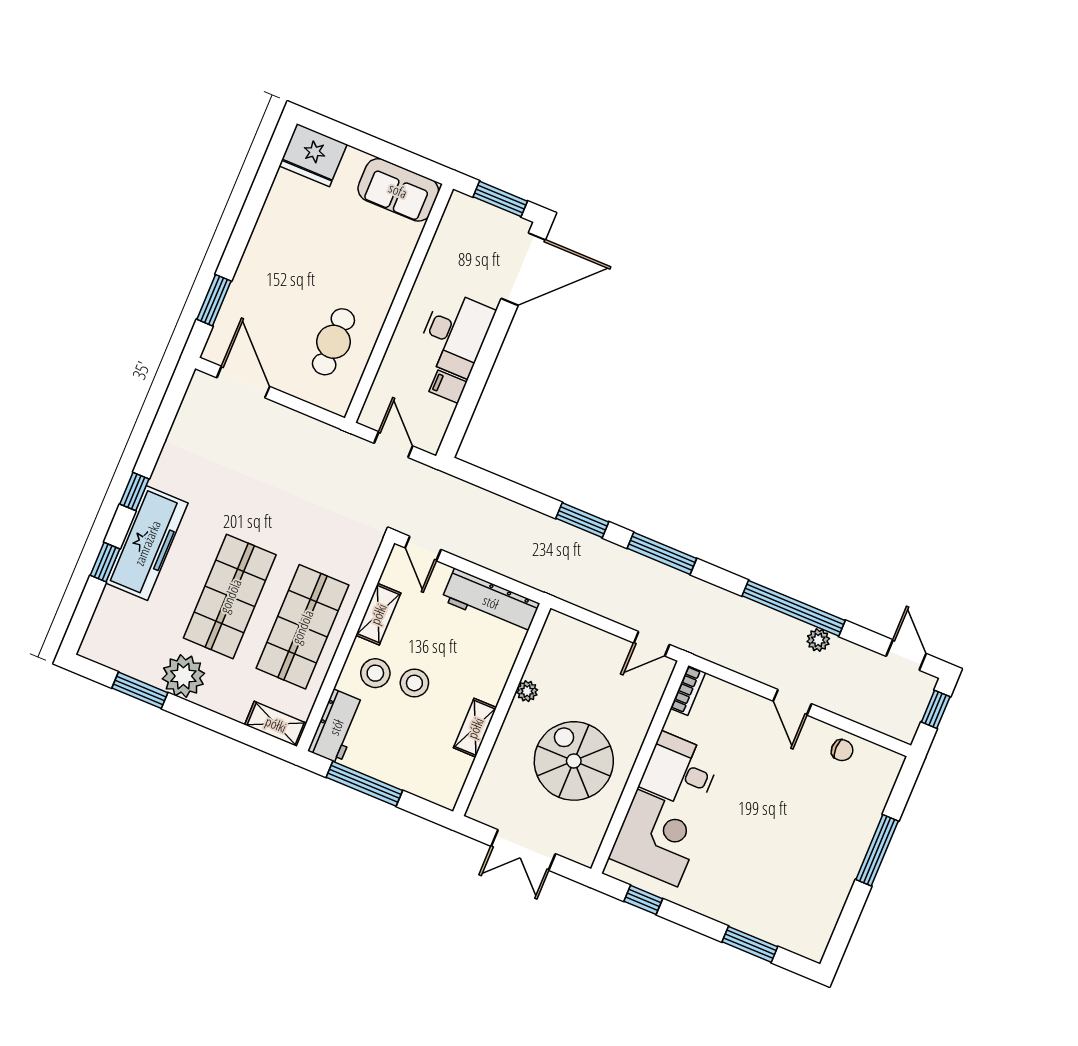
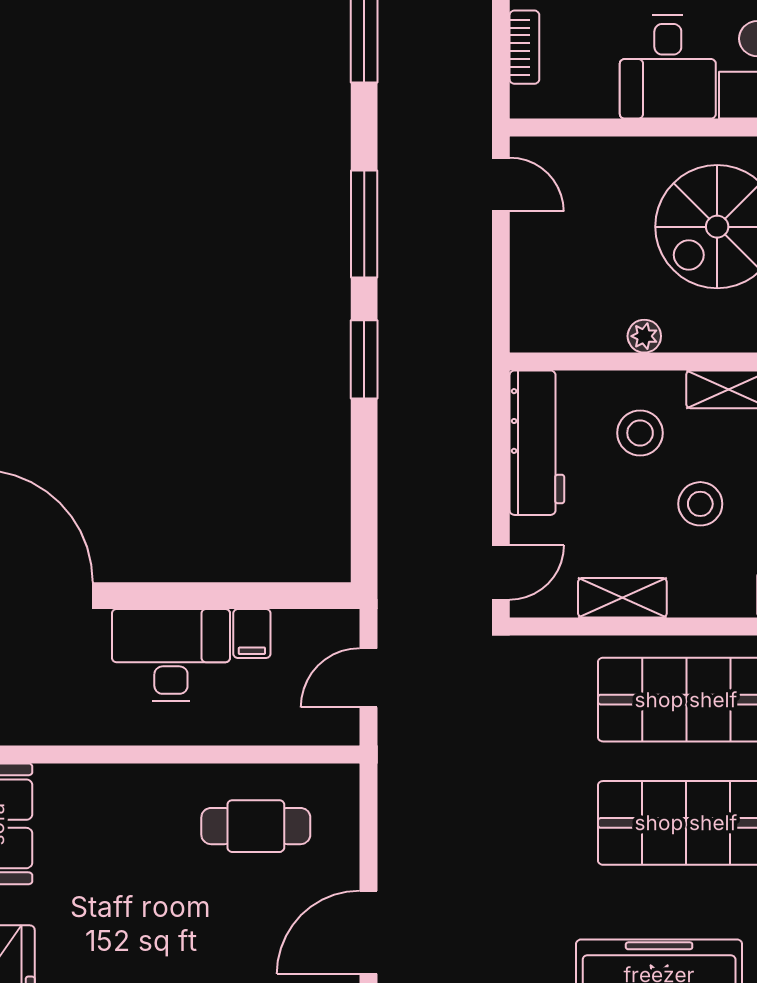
stool: (375, 673) -> (640, 433), moved
bookcase: (688, 690) -> (524, 47), moved, turned 90

